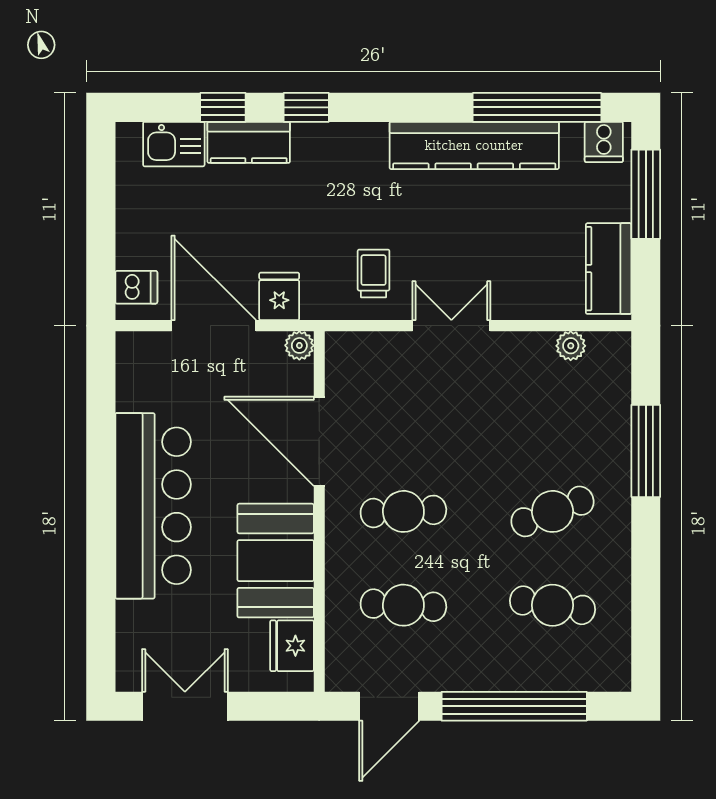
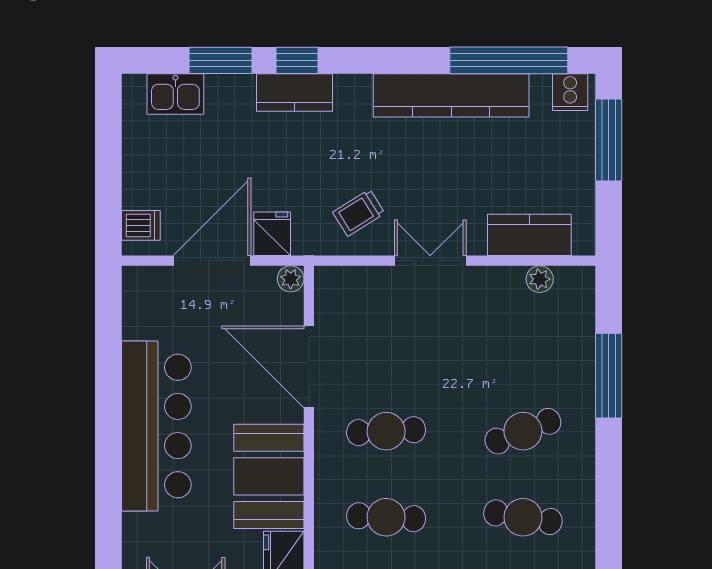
window: (223, 107) -> (220, 60), width x1.50
kitchen counter: (249, 142) -> (294, 92), moved
kitchen counter: (609, 269) -> (529, 235), moved, turned 90
trolley: (374, 273) -> (359, 213), turned -122
door: (214, 326) -> (212, 261), hinge flipped

